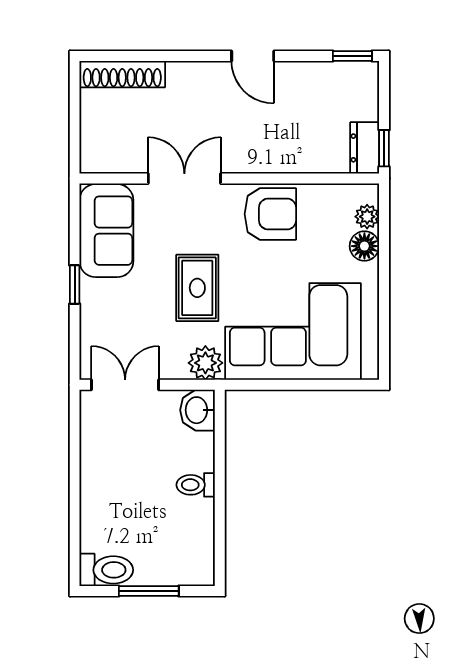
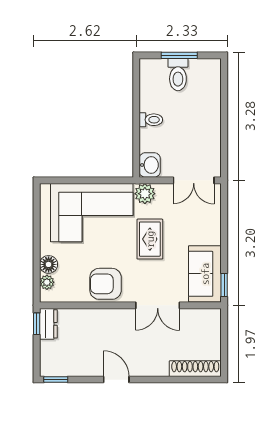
window: (75, 285) -> (224, 285), moved
toilet: (106, 570) -> (178, 75), moved, turned -90

